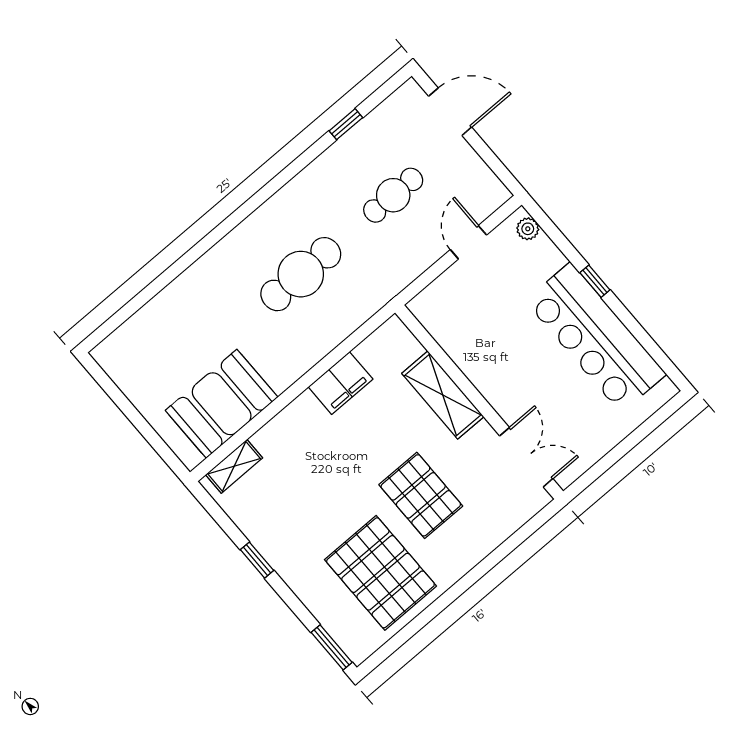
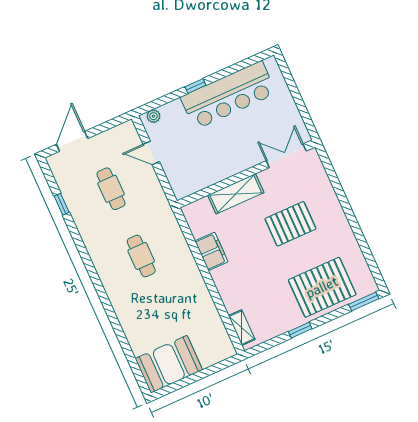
cafe table: (301, 274) -> (141, 256), width x0.73, depth x0.74
booth: (222, 404) -> (169, 364), moved, turned 90
pallet: (380, 573) -> (322, 287), moved

